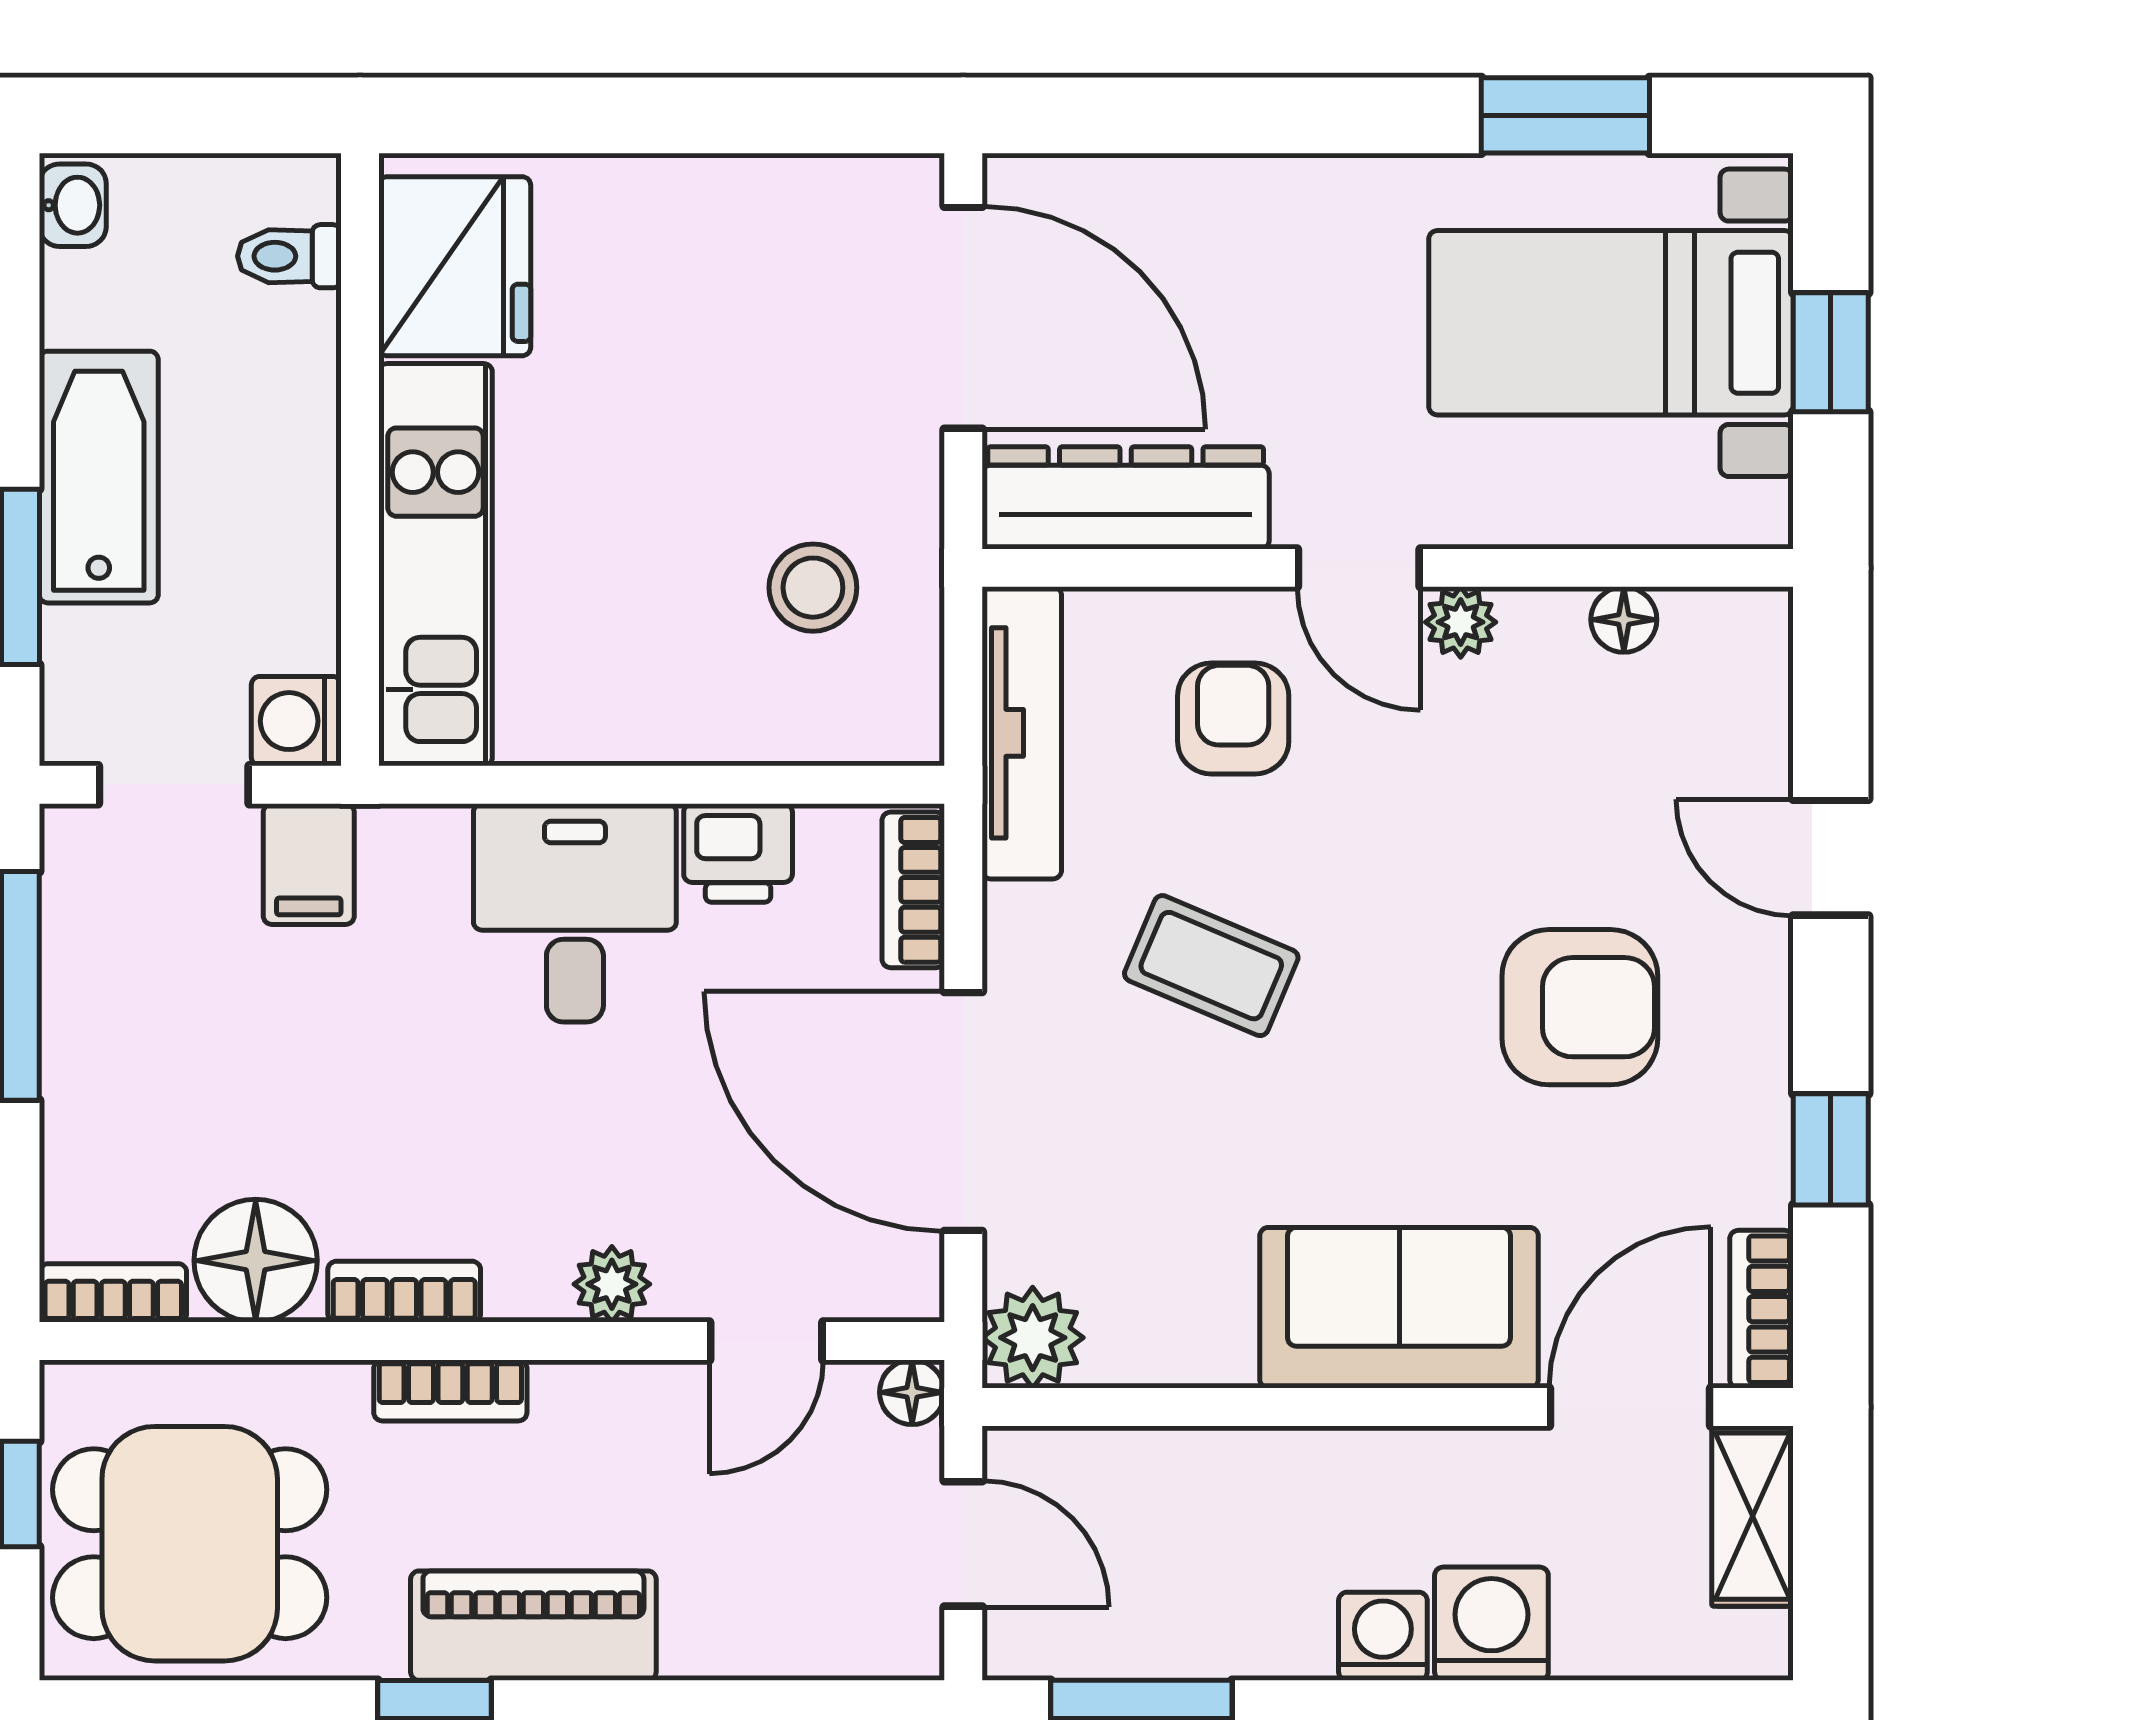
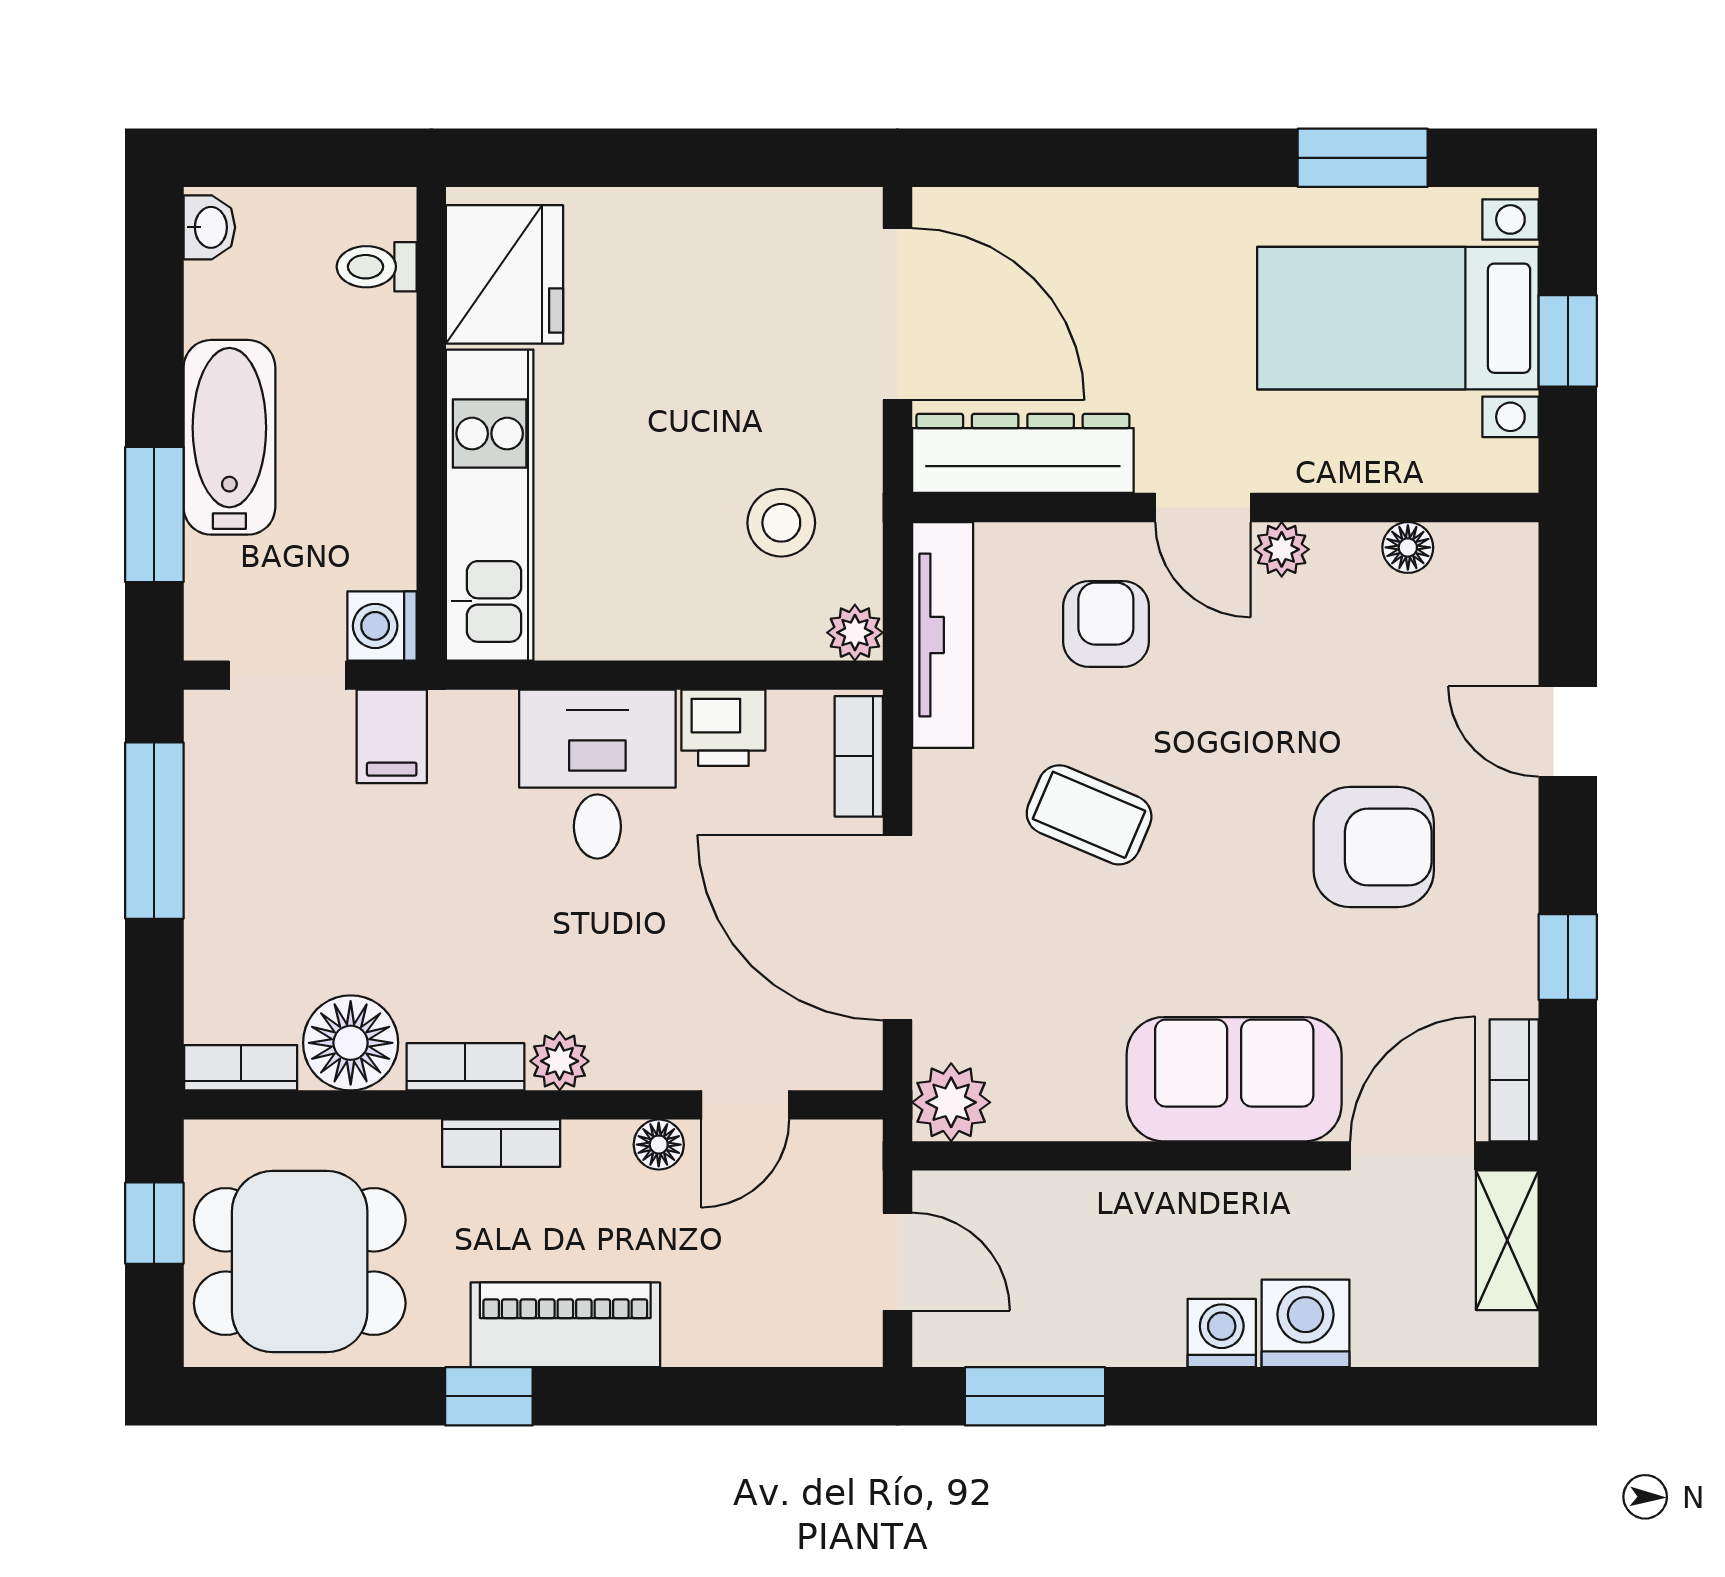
plant: (908, 730) -> (855, 633), added
plant: (612, 1284) -> (560, 1061), moved
floor lamp: (912, 1392) -> (659, 1145), moved

